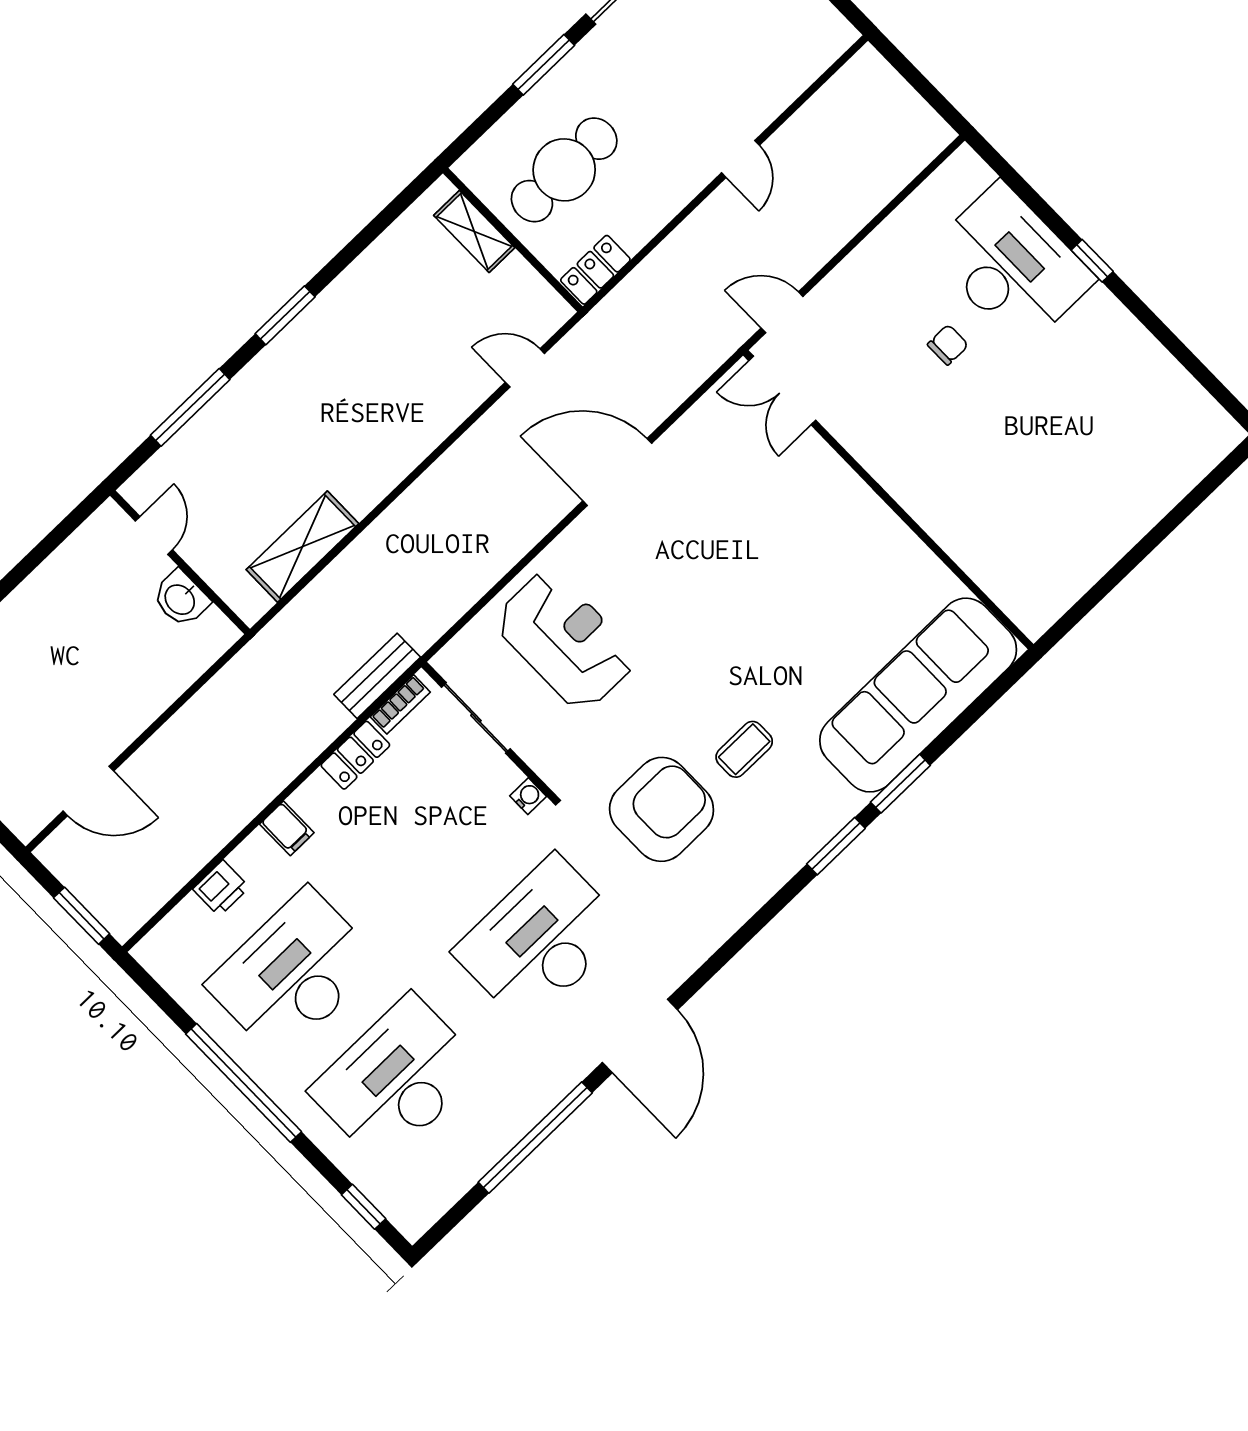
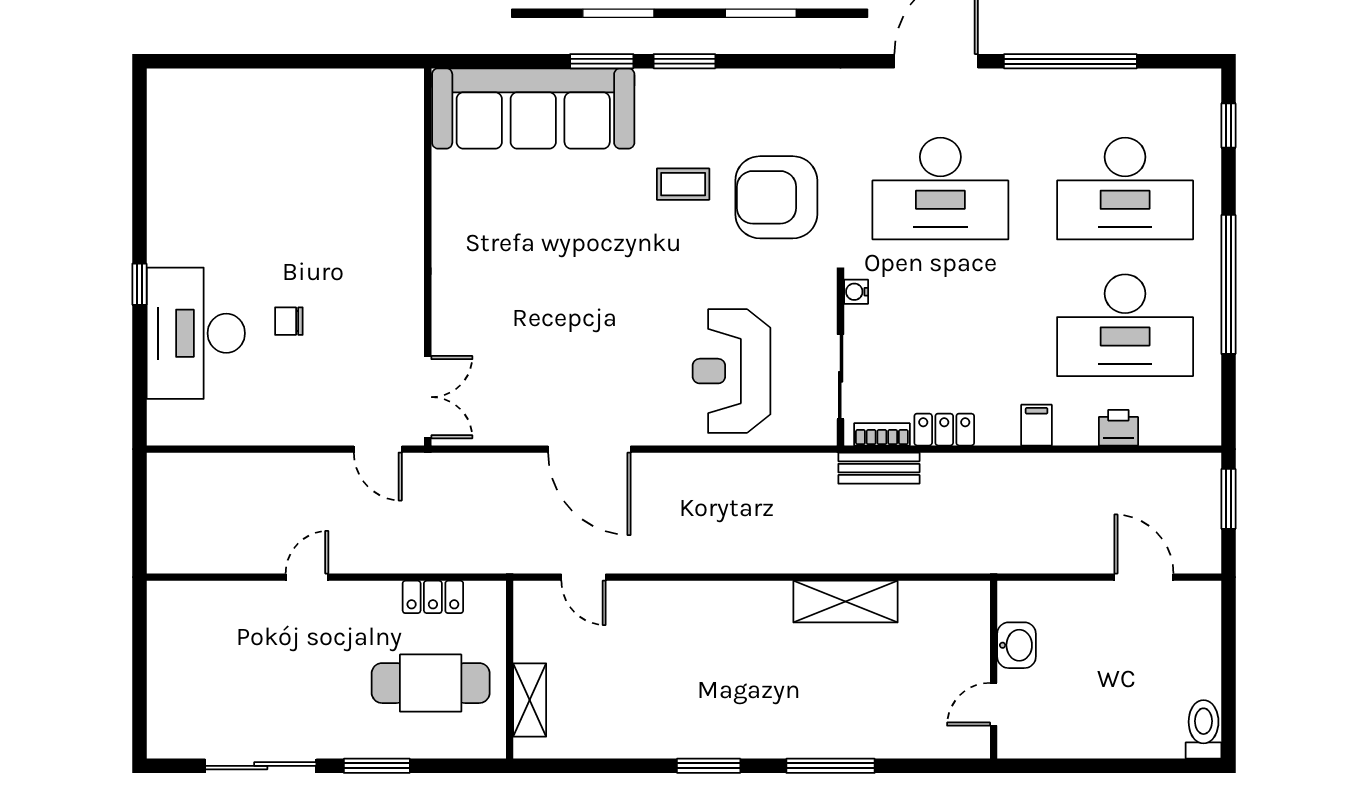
locker: (595, 270) -> (433, 597), moved
door: (154, 535) -> (994, 704), moved
wall: (180, 562) -> (994, 670), moved
washbasin: (181, 599) -> (1016, 645), moved

